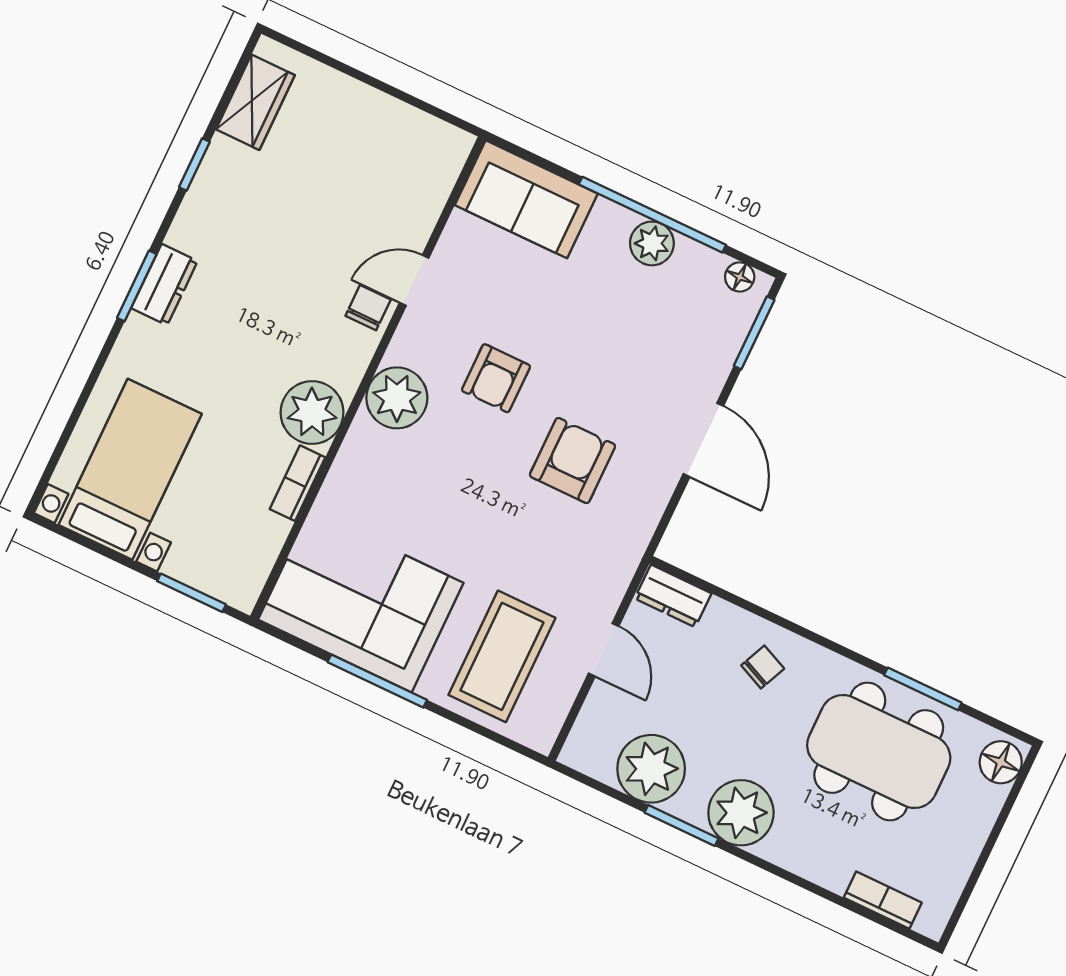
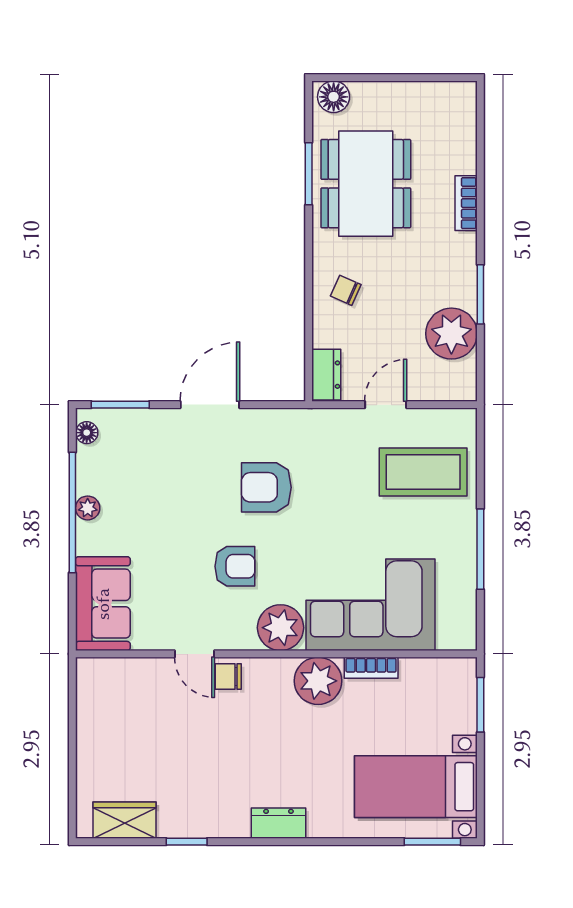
plant: (652, 243) -> (88, 508), width x0.73, depth x0.73
window: (137, 286) -> (432, 842), moved
corner sofa: (361, 601) -> (370, 605), moved, turned 90
plant: (741, 813) -> (452, 258), removed
bookcase: (883, 900) -> (466, 203), moved

